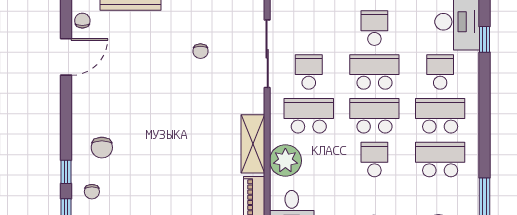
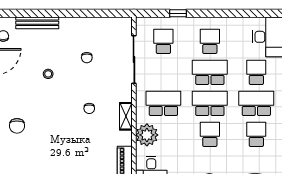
school desk: (309, 72) -> (163, 41), moved
stool: (146, 74) -> (48, 74), added
shelving: (253, 144) -> (126, 116), width x0.67, depth x0.75
school desk: (440, 160) -> (256, 134), width x0.54
chair: (92, 192) -> (89, 108), moved

